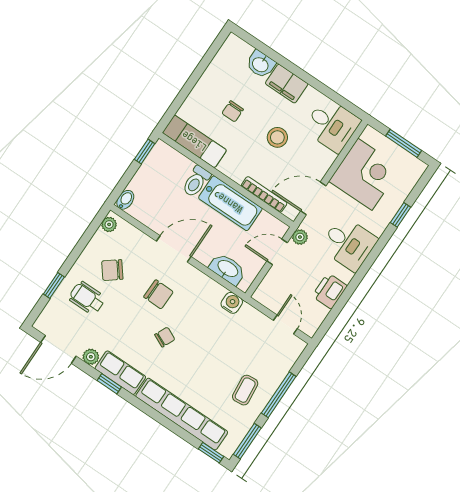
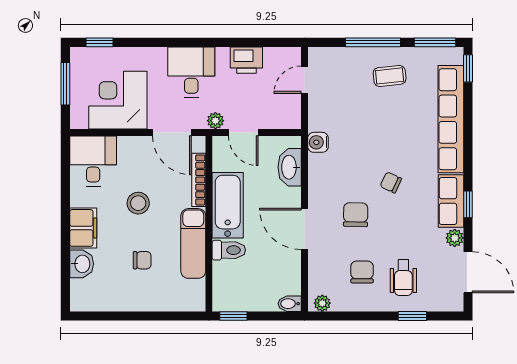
exam couch: (194, 141) -> (193, 243), moved
window: (400, 215) -> (99, 42), moved
chair: (112, 270) -> (362, 272), turned -142

